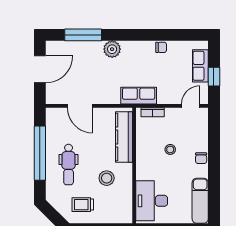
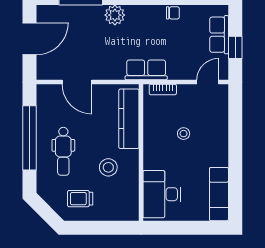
chair: (201, 158) -> (220, 144), removed

